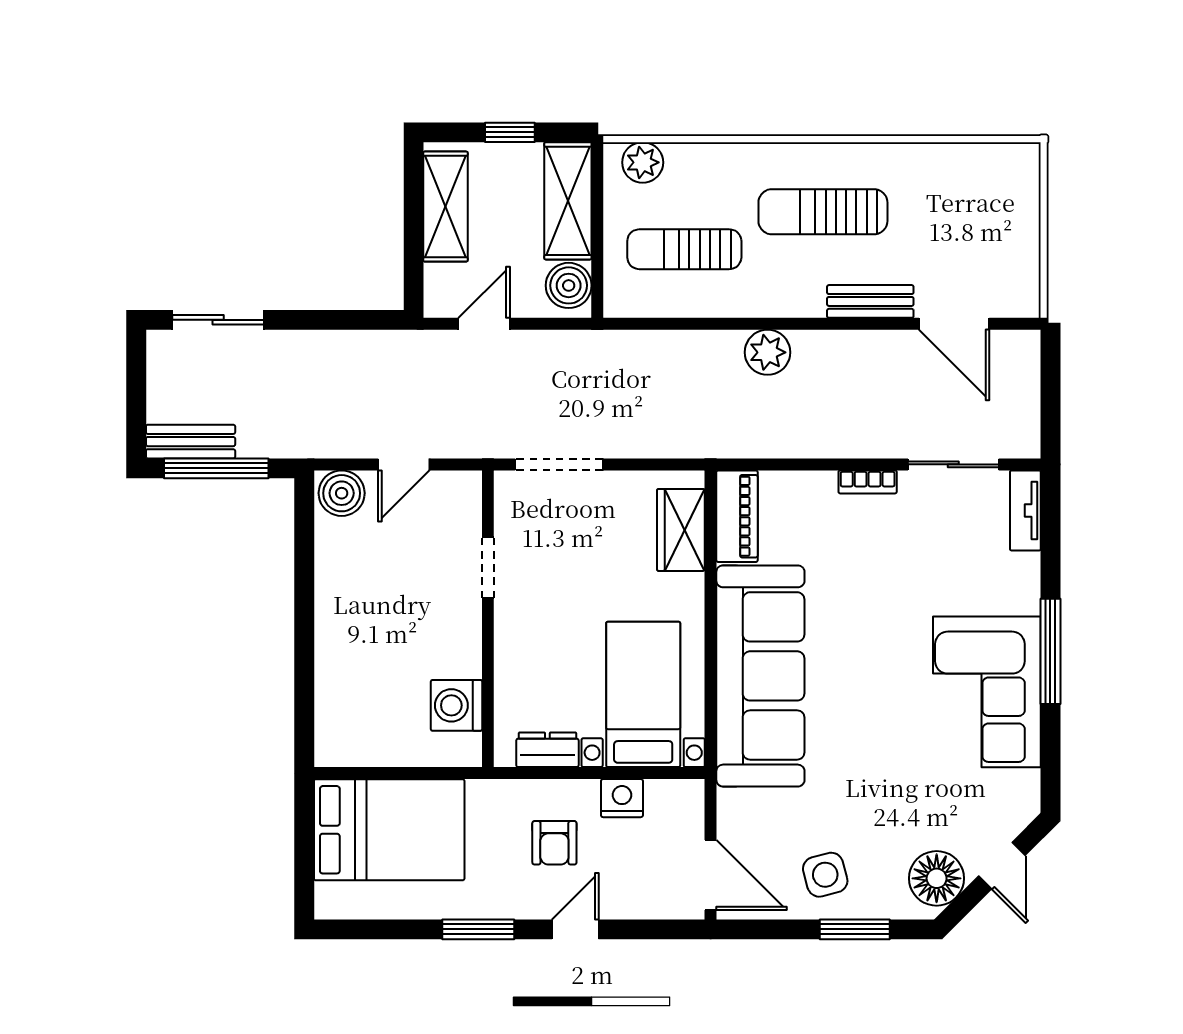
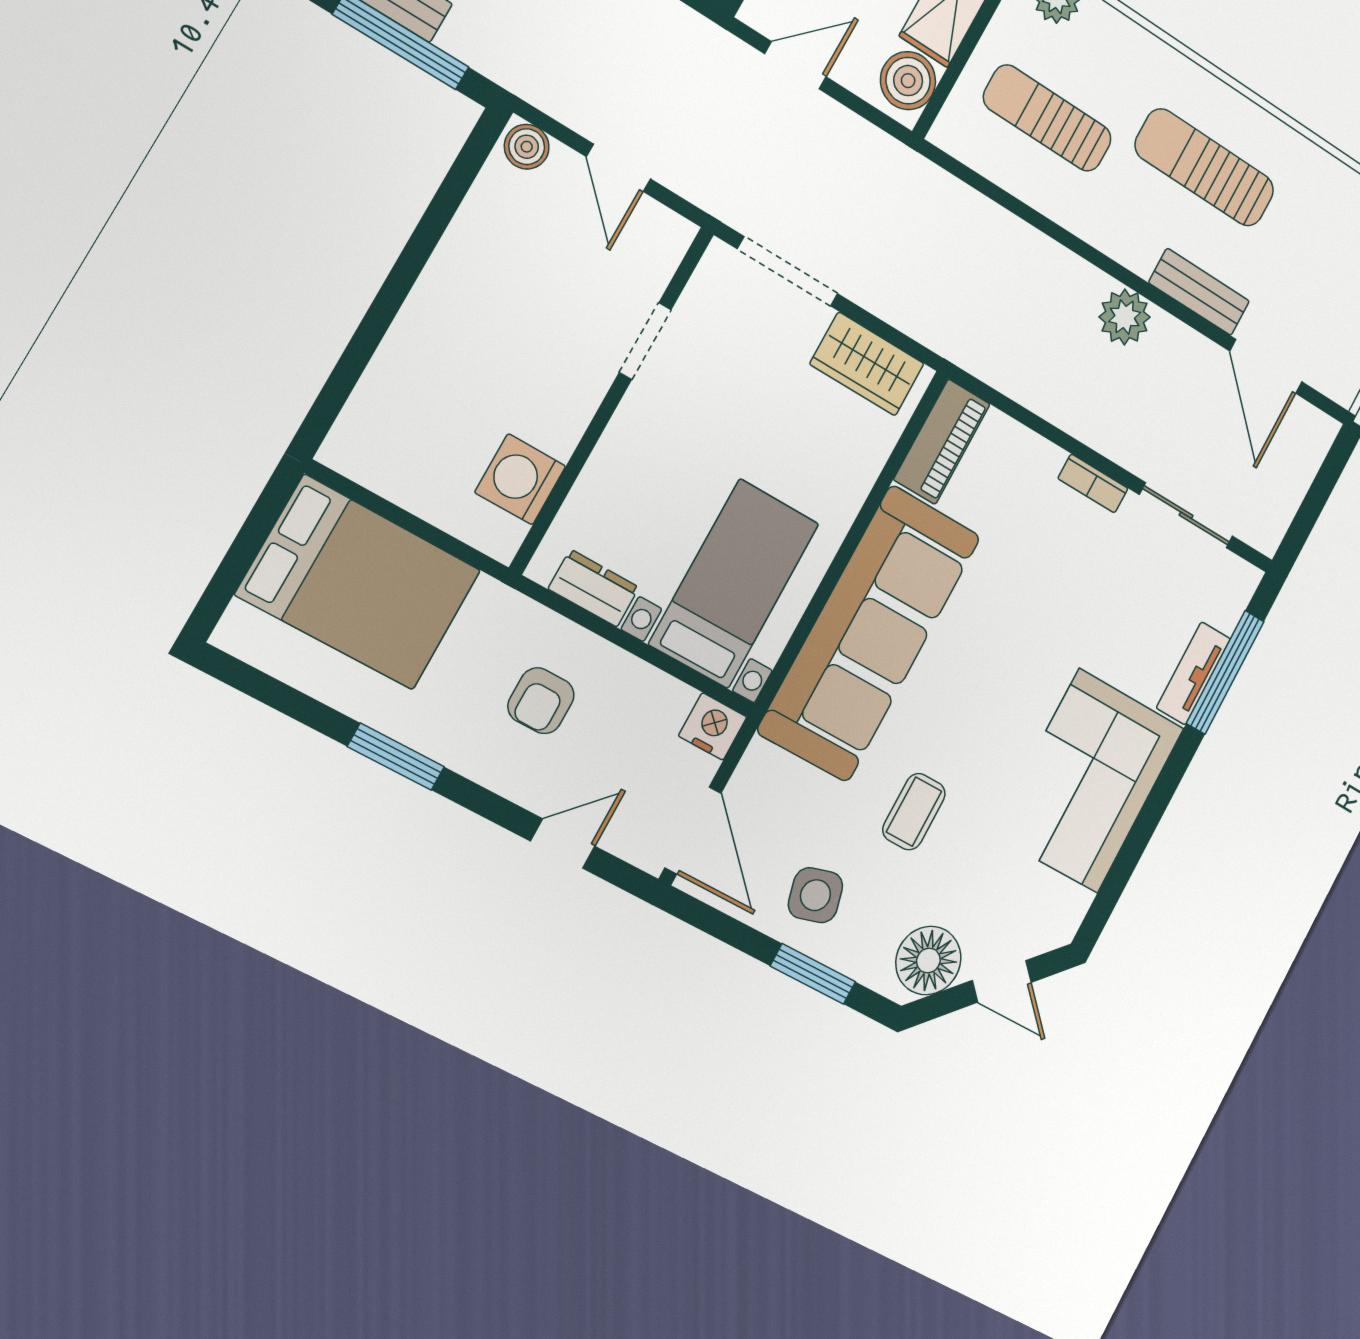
plant: (768, 352) -> (1125, 317), moved
door: (404, 464) -> (618, 168), hinge flipped
boiler: (342, 493) -> (527, 147), width x0.73, depth x0.73
tv unit: (1025, 510) -> (1193, 673), moved
wardrobe: (681, 530) -> (867, 364), moved, turned -90
window: (1050, 651) -> (1225, 672), moved
coffee table: (865, 781) -> (914, 812), added
nightstand: (622, 798) -> (713, 726), moved
door: (1002, 866) -> (1002, 981), hinge flipped
door: (575, 929) -> (563, 844), moved

